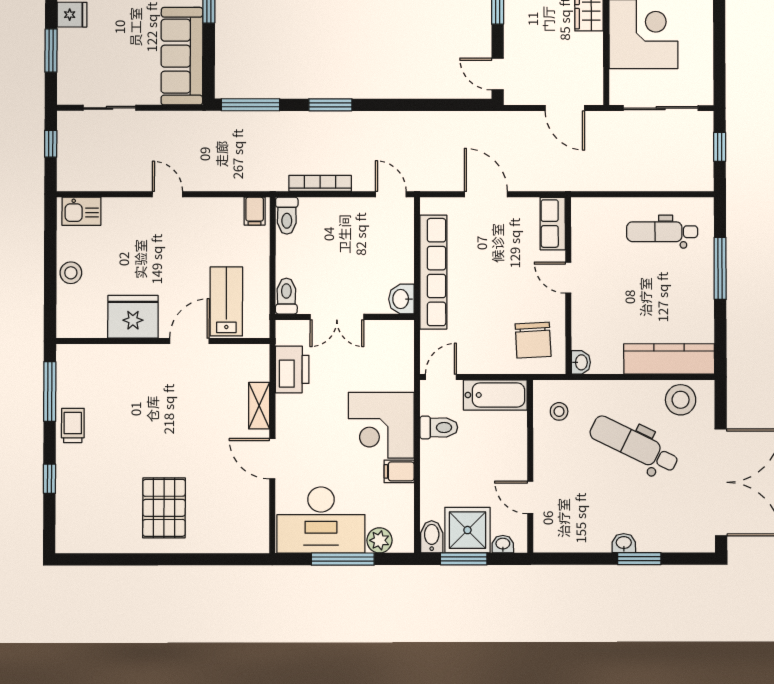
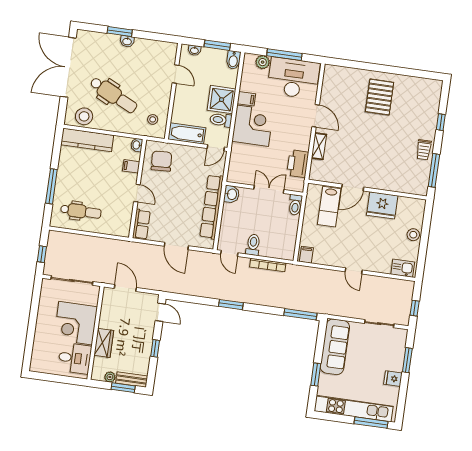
window: (330, 105) -> (231, 305), moved
toilet: (287, 216) -> (253, 245), moved
filing cabinet: (585, 323) -> (131, 166), added
shower: (467, 530) -> (222, 100), moved

